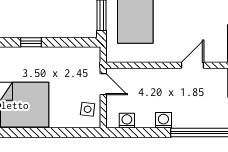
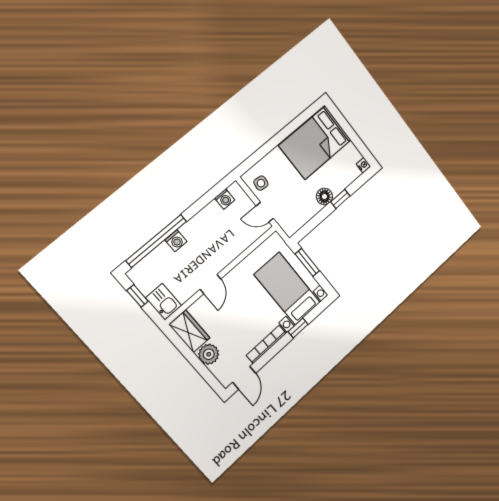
floor lamp: (43, 56) -> (324, 196), added
washing machine: (163, 120) -> (176, 241), moved

